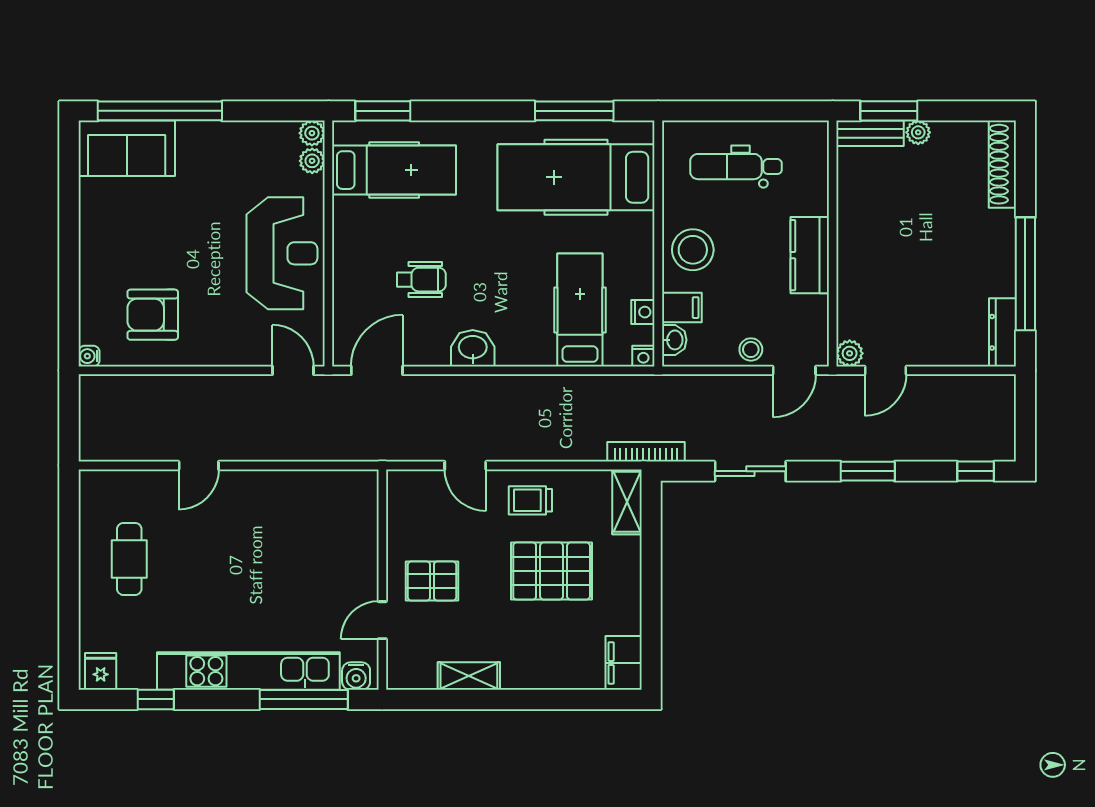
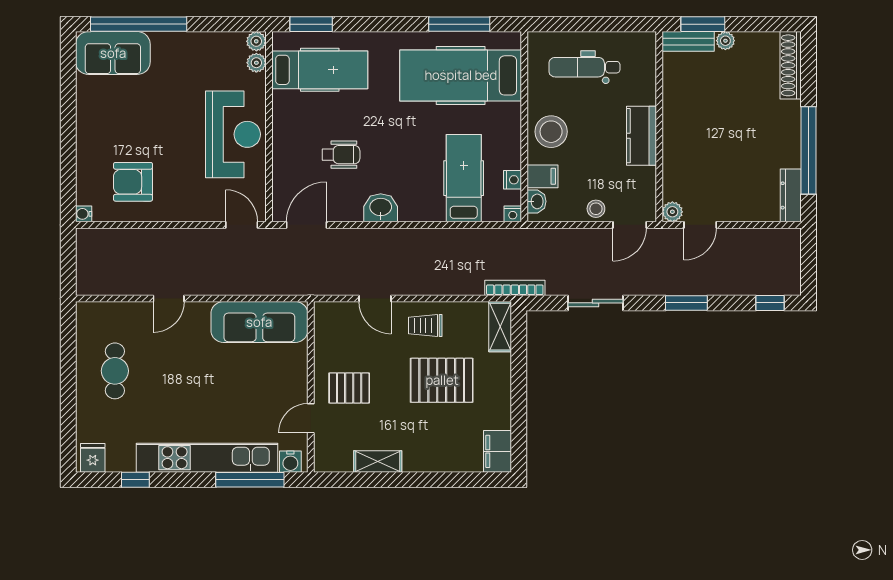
sofa: (316, 496) -> (259, 322), added

